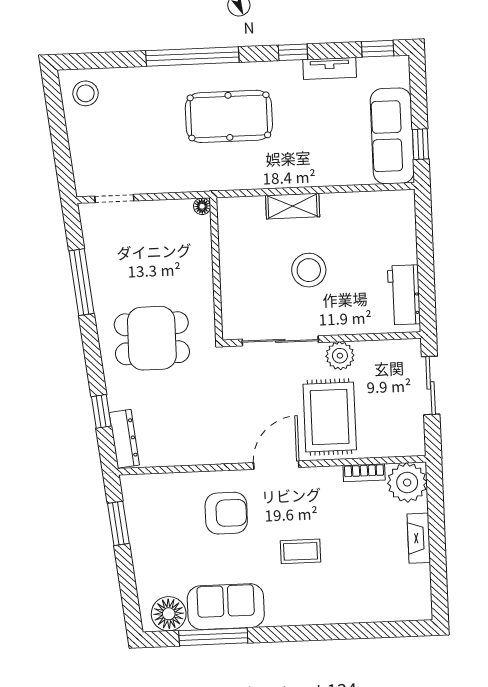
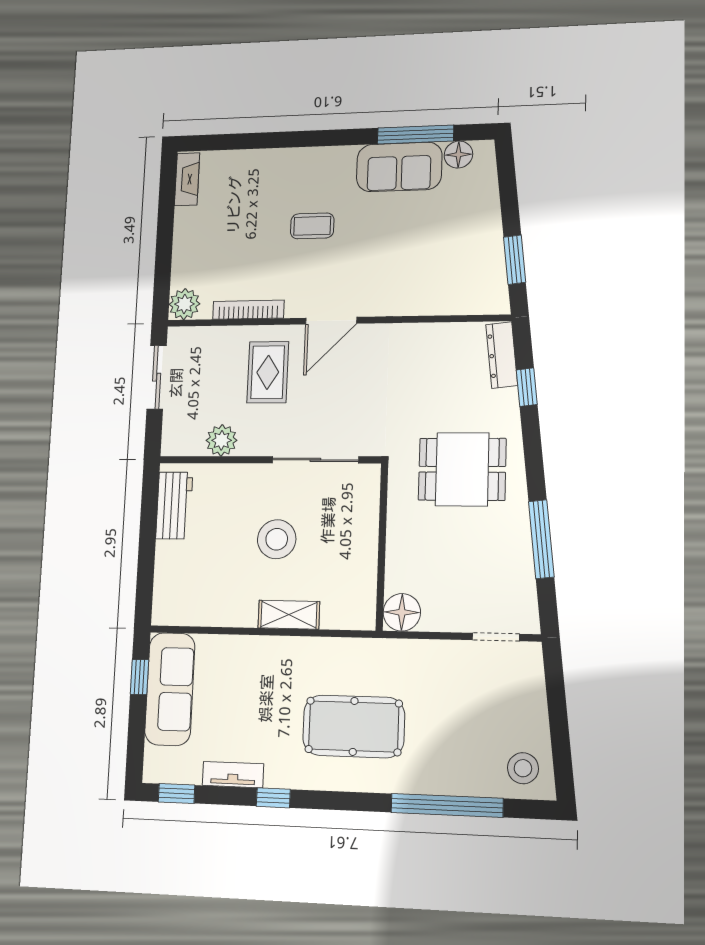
window: (192, 57) -> (447, 805), moved
floor lamp: (202, 206) -> (402, 612), width x1.89, depth x1.89
plant: (340, 356) -> (222, 440), moved
sliding door: (431, 385) -> (157, 377), moved
rug: (330, 417) -> (268, 372), width x0.73, depth x0.70
bookcase: (364, 473) -> (248, 310), width x1.56
plant: (407, 483) -> (184, 304), width x0.73, depth x0.73
armchair: (226, 513) -> (391, 269), removed
fireplace: (419, 538) -> (187, 179), moved
floor lamp: (169, 614) -> (458, 155), width x0.73, depth x0.73

